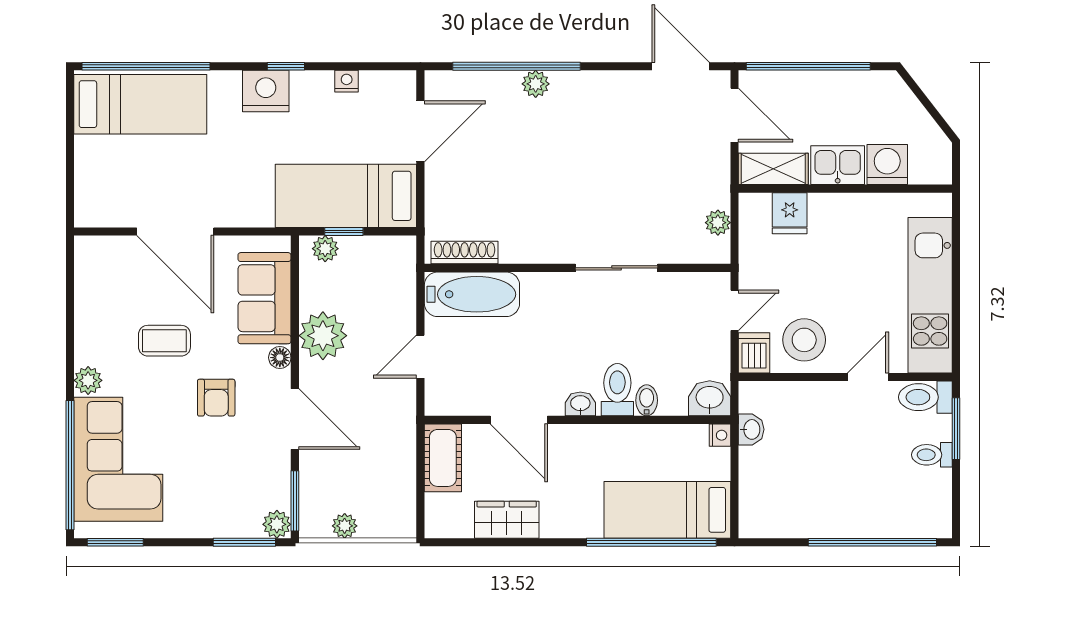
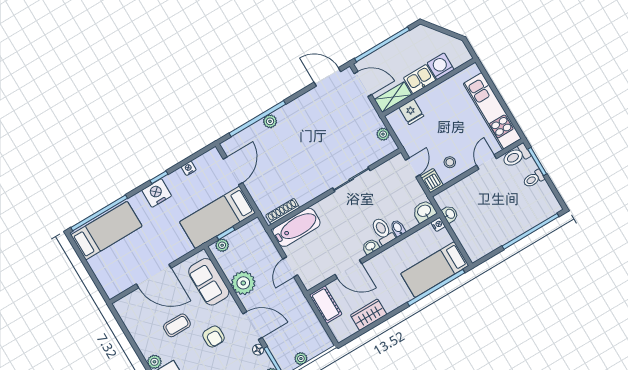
stool: (804, 340) -> (450, 162), width x0.53, depth x0.53
floor lamp: (280, 358) -> (258, 350), moved

